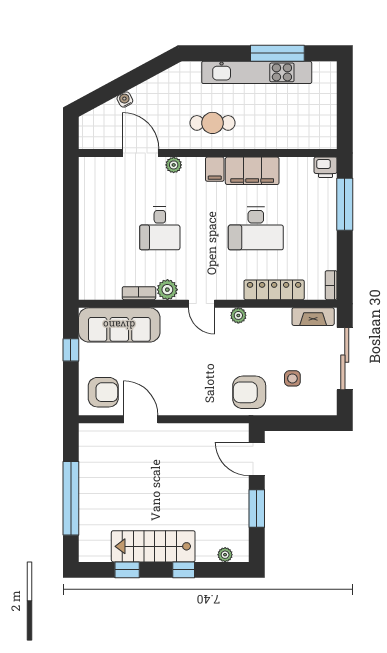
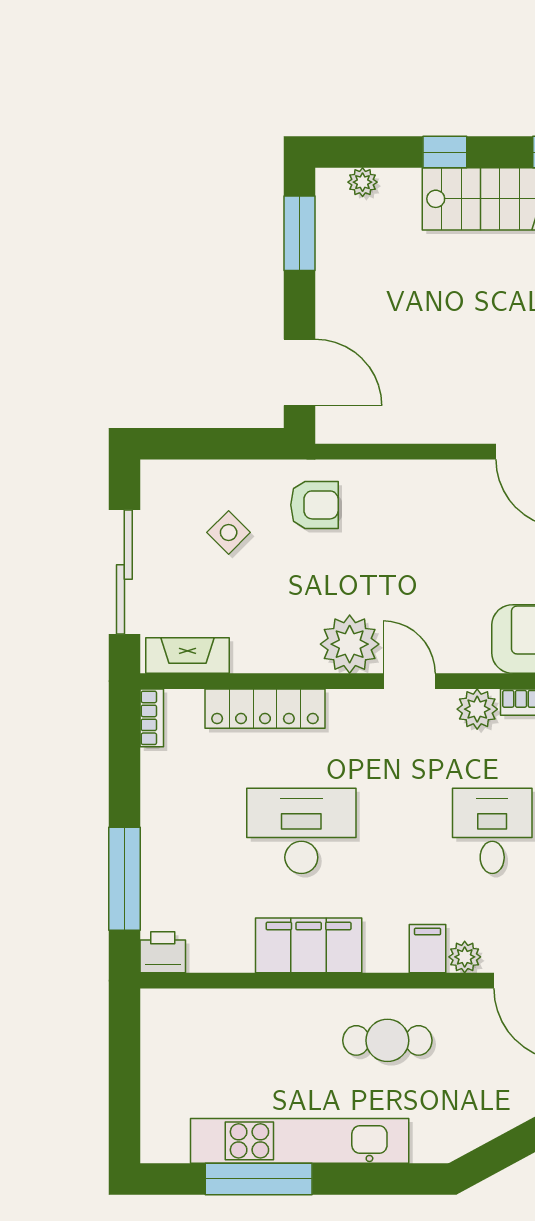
filing cabinet: (215, 169) -> (427, 949), moved
plant: (238, 315) -> (350, 644), width x1.88, depth x1.88
side table: (292, 378) -> (229, 532), turned 45
armchair: (249, 392) -> (314, 505), width x0.72, depth x0.72
window: (257, 509) -> (300, 233), moved

